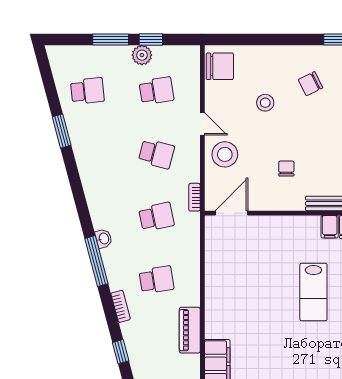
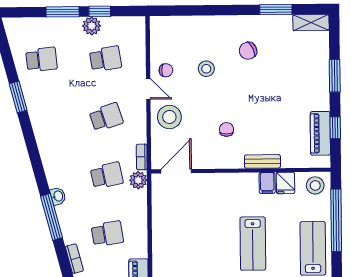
chair: (220, 66) -> (166, 70), moved, width x0.54, depth x0.54
school desk: (156, 154) -> (106, 117), turned -33
plant: (190, 222) -> (138, 180), added

